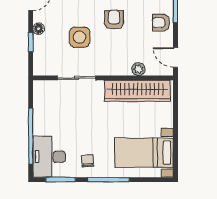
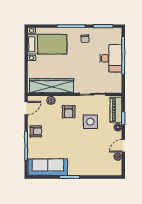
armchair: (114, 20) -> (69, 112), moved
piano: (42, 55) -> (116, 110), added
door: (175, 57) -> (26, 108), hinge flipped
desk: (49, 157) -> (111, 58), moved

